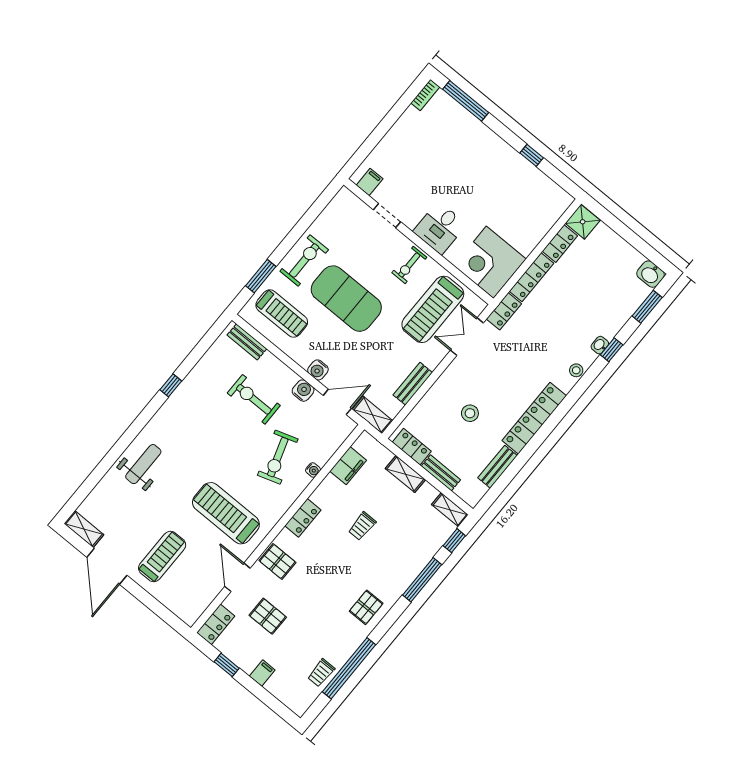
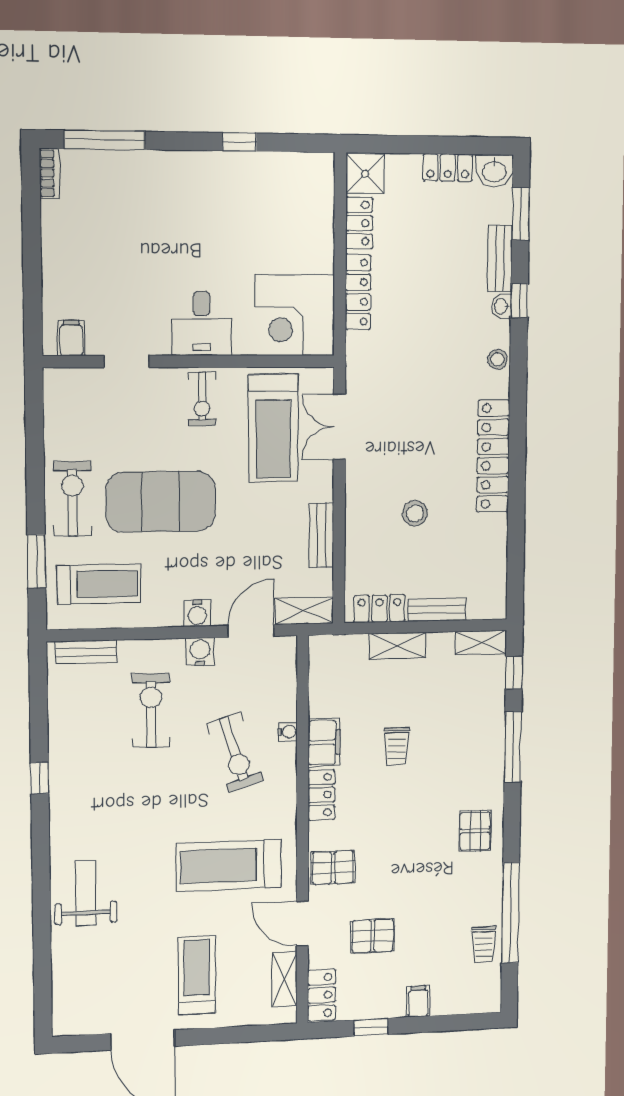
locker: (504, 311) -> (448, 168), moved, turned 90
exercise bike: (254, 399) -> (151, 711), turned 90
filing cabinet: (348, 466) -> (324, 742), moved
bench: (498, 467) -> (500, 258), moved
shelving: (84, 529) -> (284, 979), moved, turned 90

